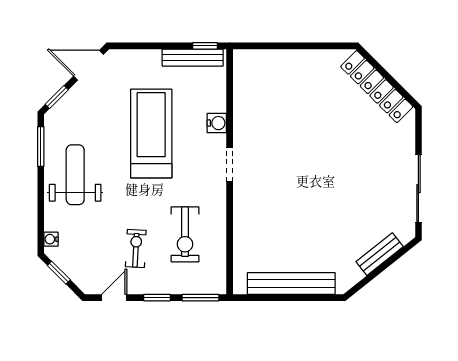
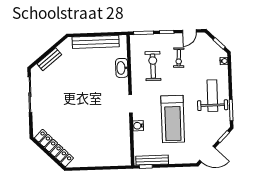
weight bench: (75, 175) -> (212, 96), turned 180
washbasin: (244, 233) -> (122, 68), added

